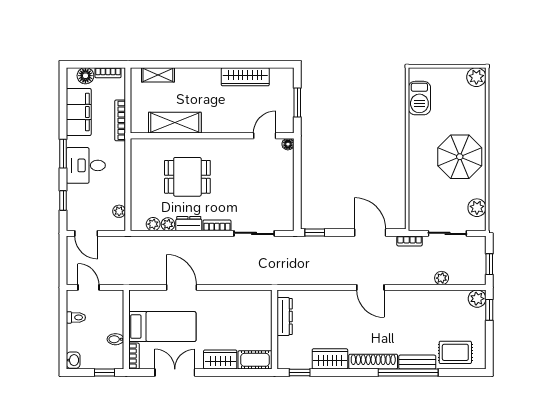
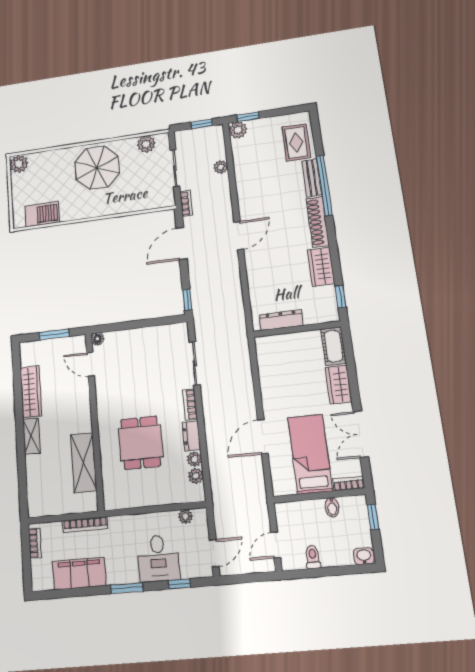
shelving: (158, 75) -> (31, 436), moved
floor lamp: (85, 76) -> (39, 569), removed
desk: (86, 165) -> (158, 558), moved

